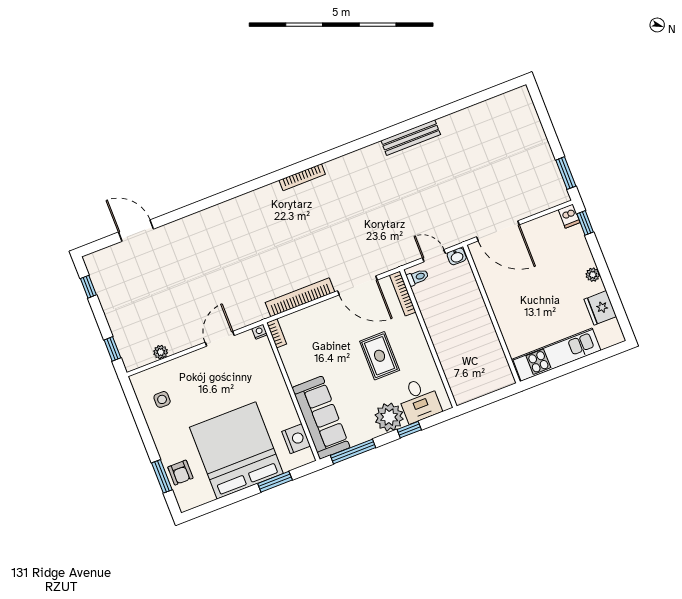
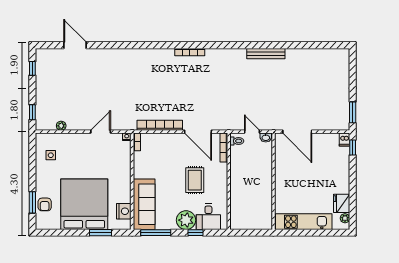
plant: (593, 275) -> (345, 218), moved

